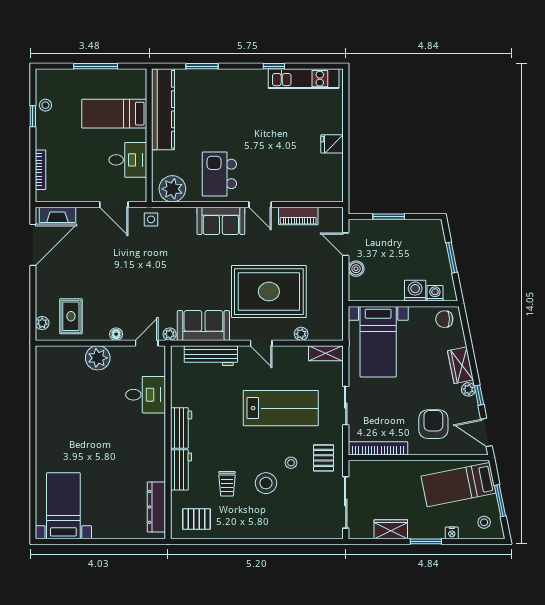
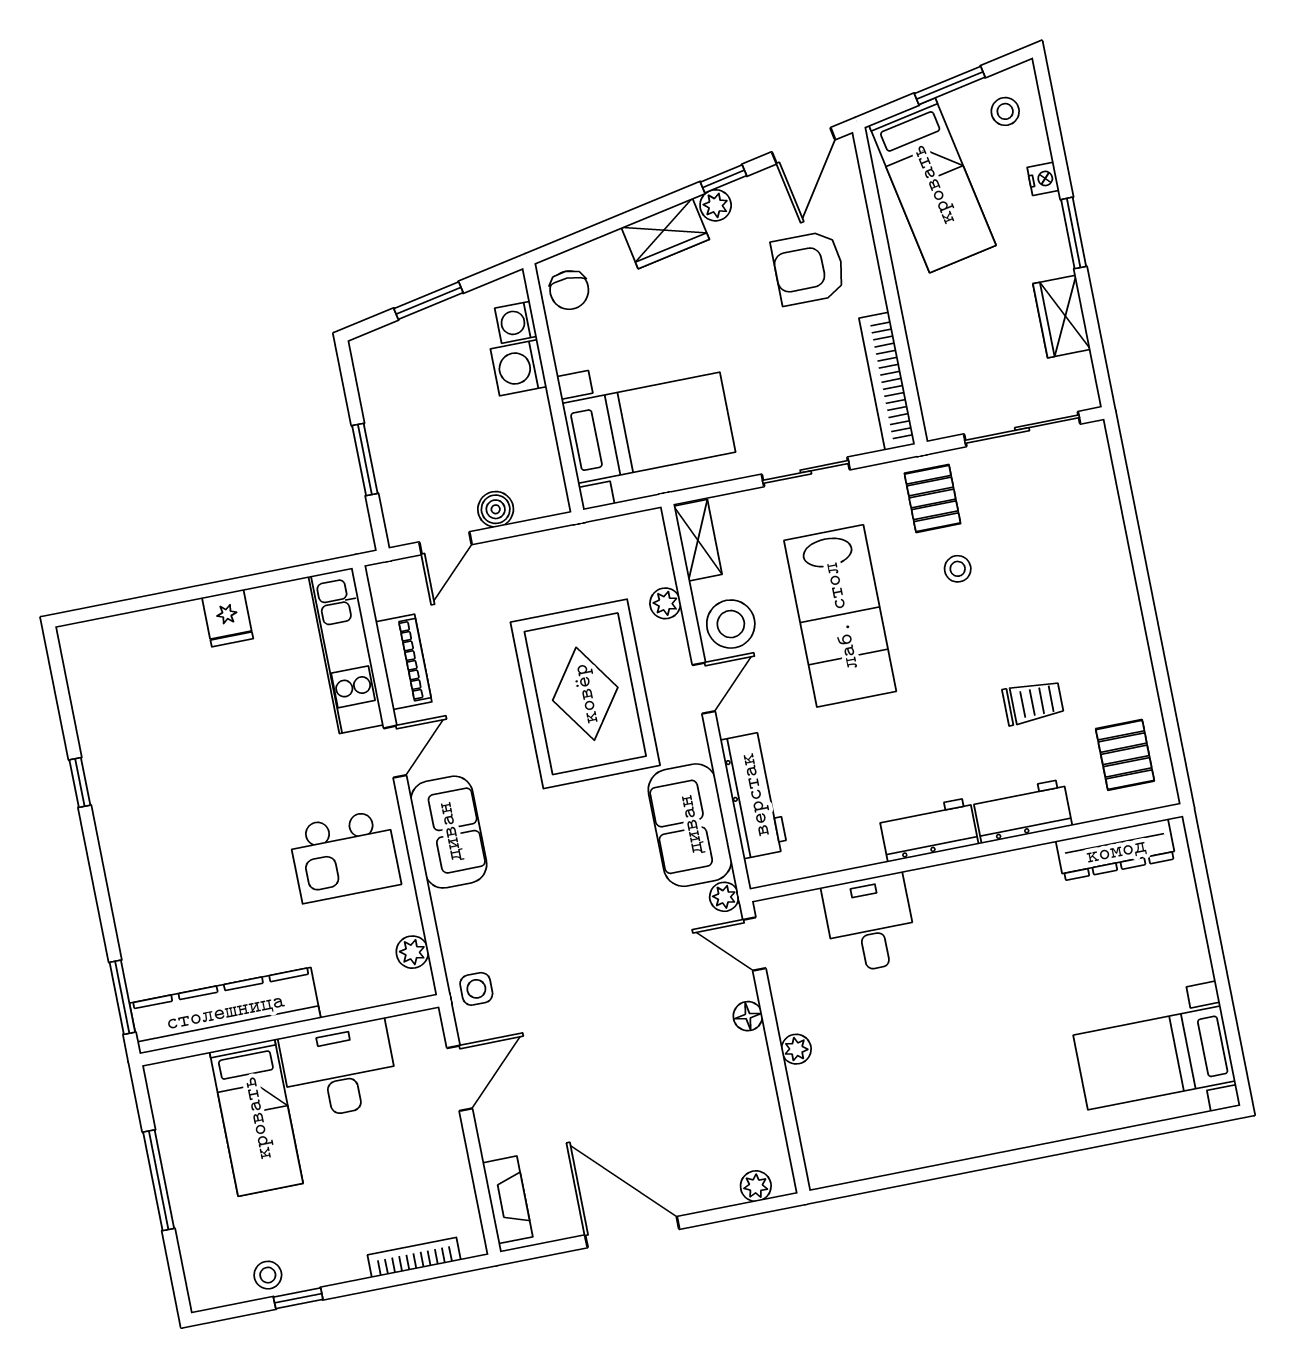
window: (202, 66) -> (122, 997), moved
kitchen unit: (304, 79) -> (346, 651), moved, turned 180
desk: (128, 160) -> (339, 1070), width x1.37
plant: (172, 189) -> (412, 952), width x0.53, depth x0.53
door: (33, 245) -> (632, 1232), moved
rug: (71, 316) -> (728, 1125), removed
plant: (98, 358) -> (796, 1049), width x0.53, depth x0.53
lab bench: (281, 408) -> (840, 616), turned 180
pallet: (323, 458) -> (932, 498), turned 90
stool: (266, 483) -> (731, 624), moved

